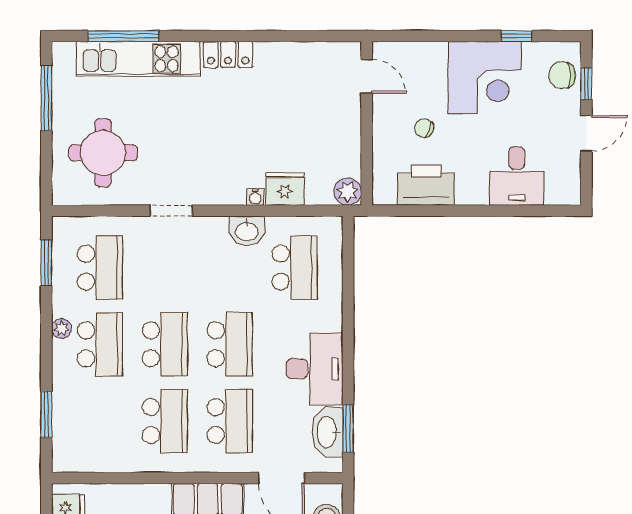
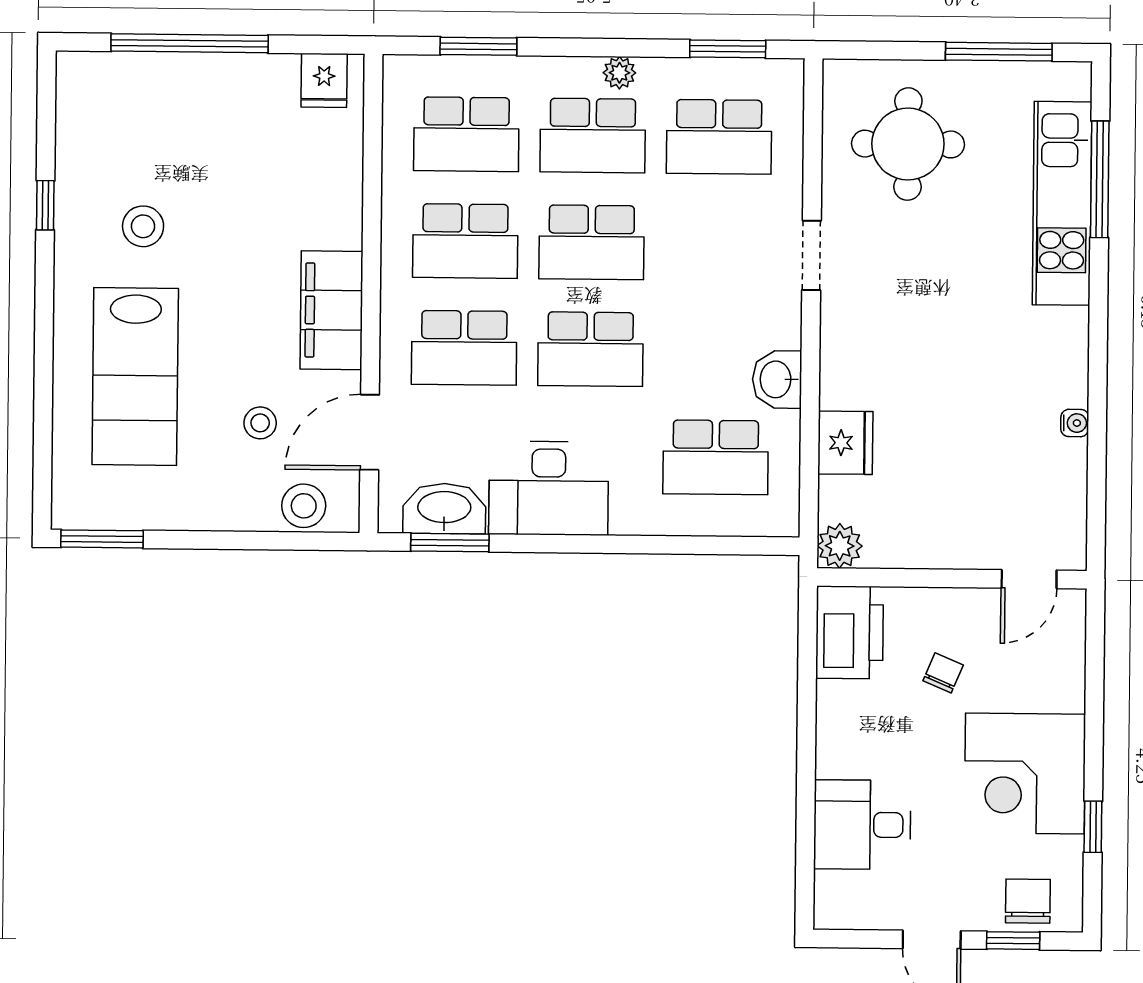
locker: (228, 54) -> (1068, 351), removed
printer: (426, 185) -> (850, 632), moved
water cooler: (255, 197) -> (1075, 423), moved, turned 180
school desk: (100, 421) -> (466, 134), added

